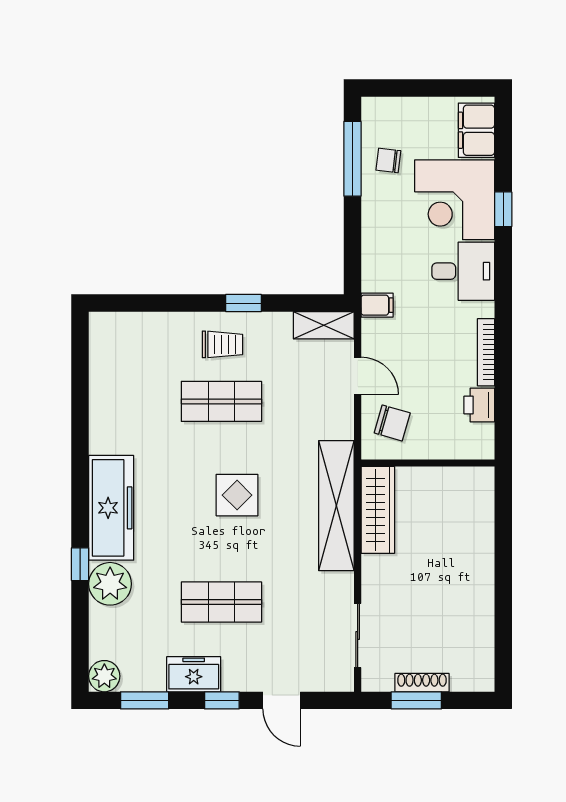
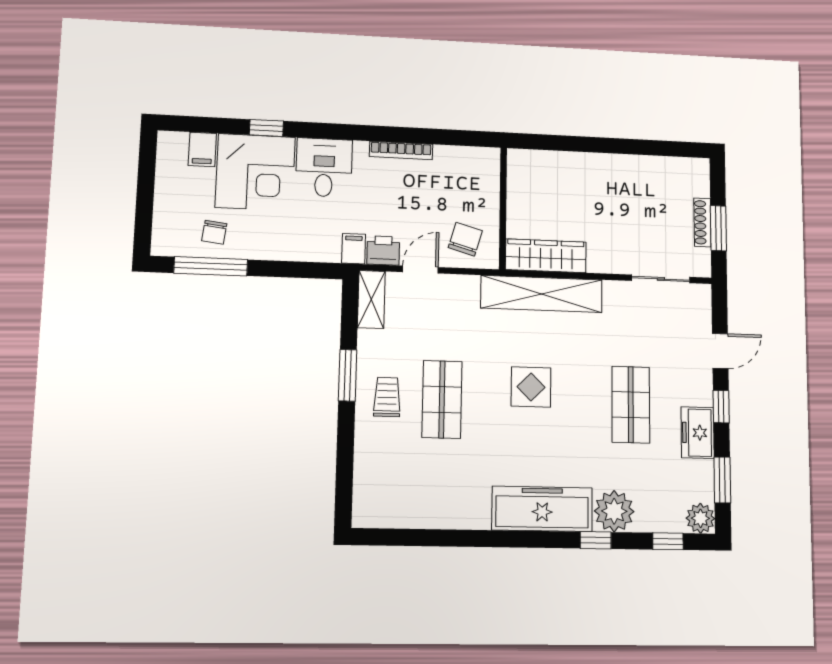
filing cabinet: (476, 130) -> (202, 149), width x0.50
window: (244, 303) -> (348, 375), width x1.50
printer: (479, 405) -> (383, 251), moved, turned 180
window: (80, 641) -> (668, 541), added

